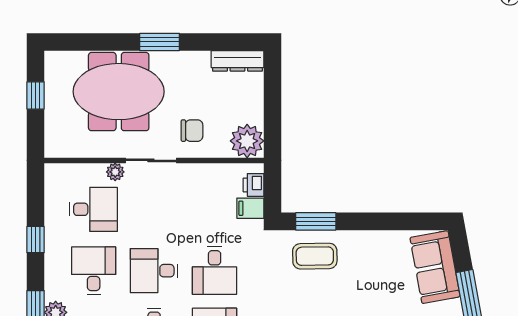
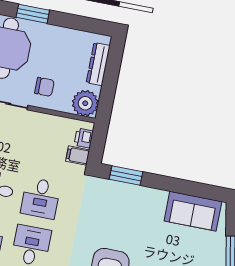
dresser: (238, 61) -> (98, 64), moved, turned 90
coffee table: (315, 256) -> (120, 202), removed
sofa: (435, 267) -> (193, 211), moved, turned -80

